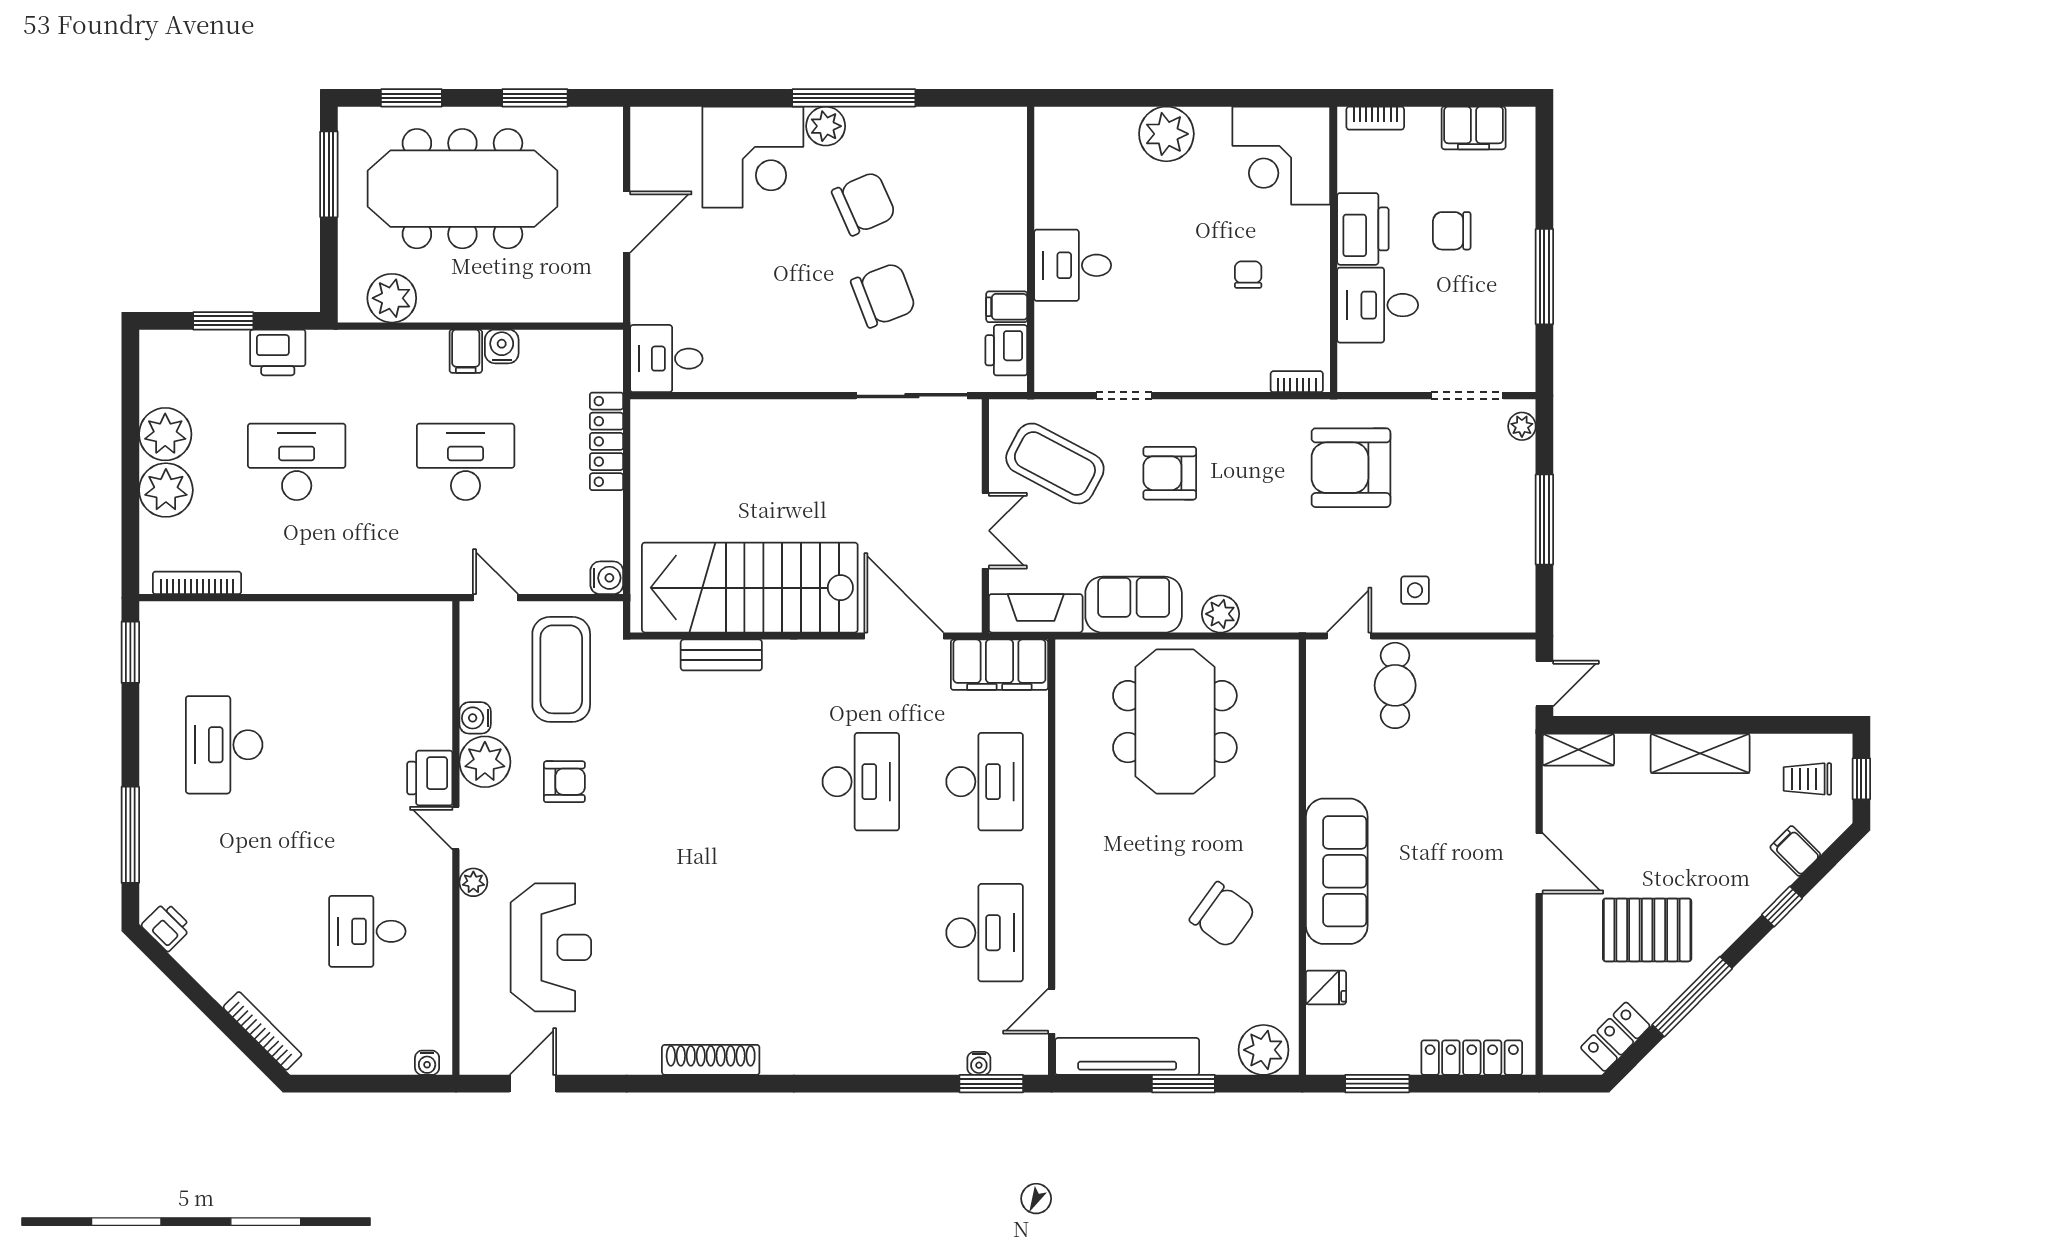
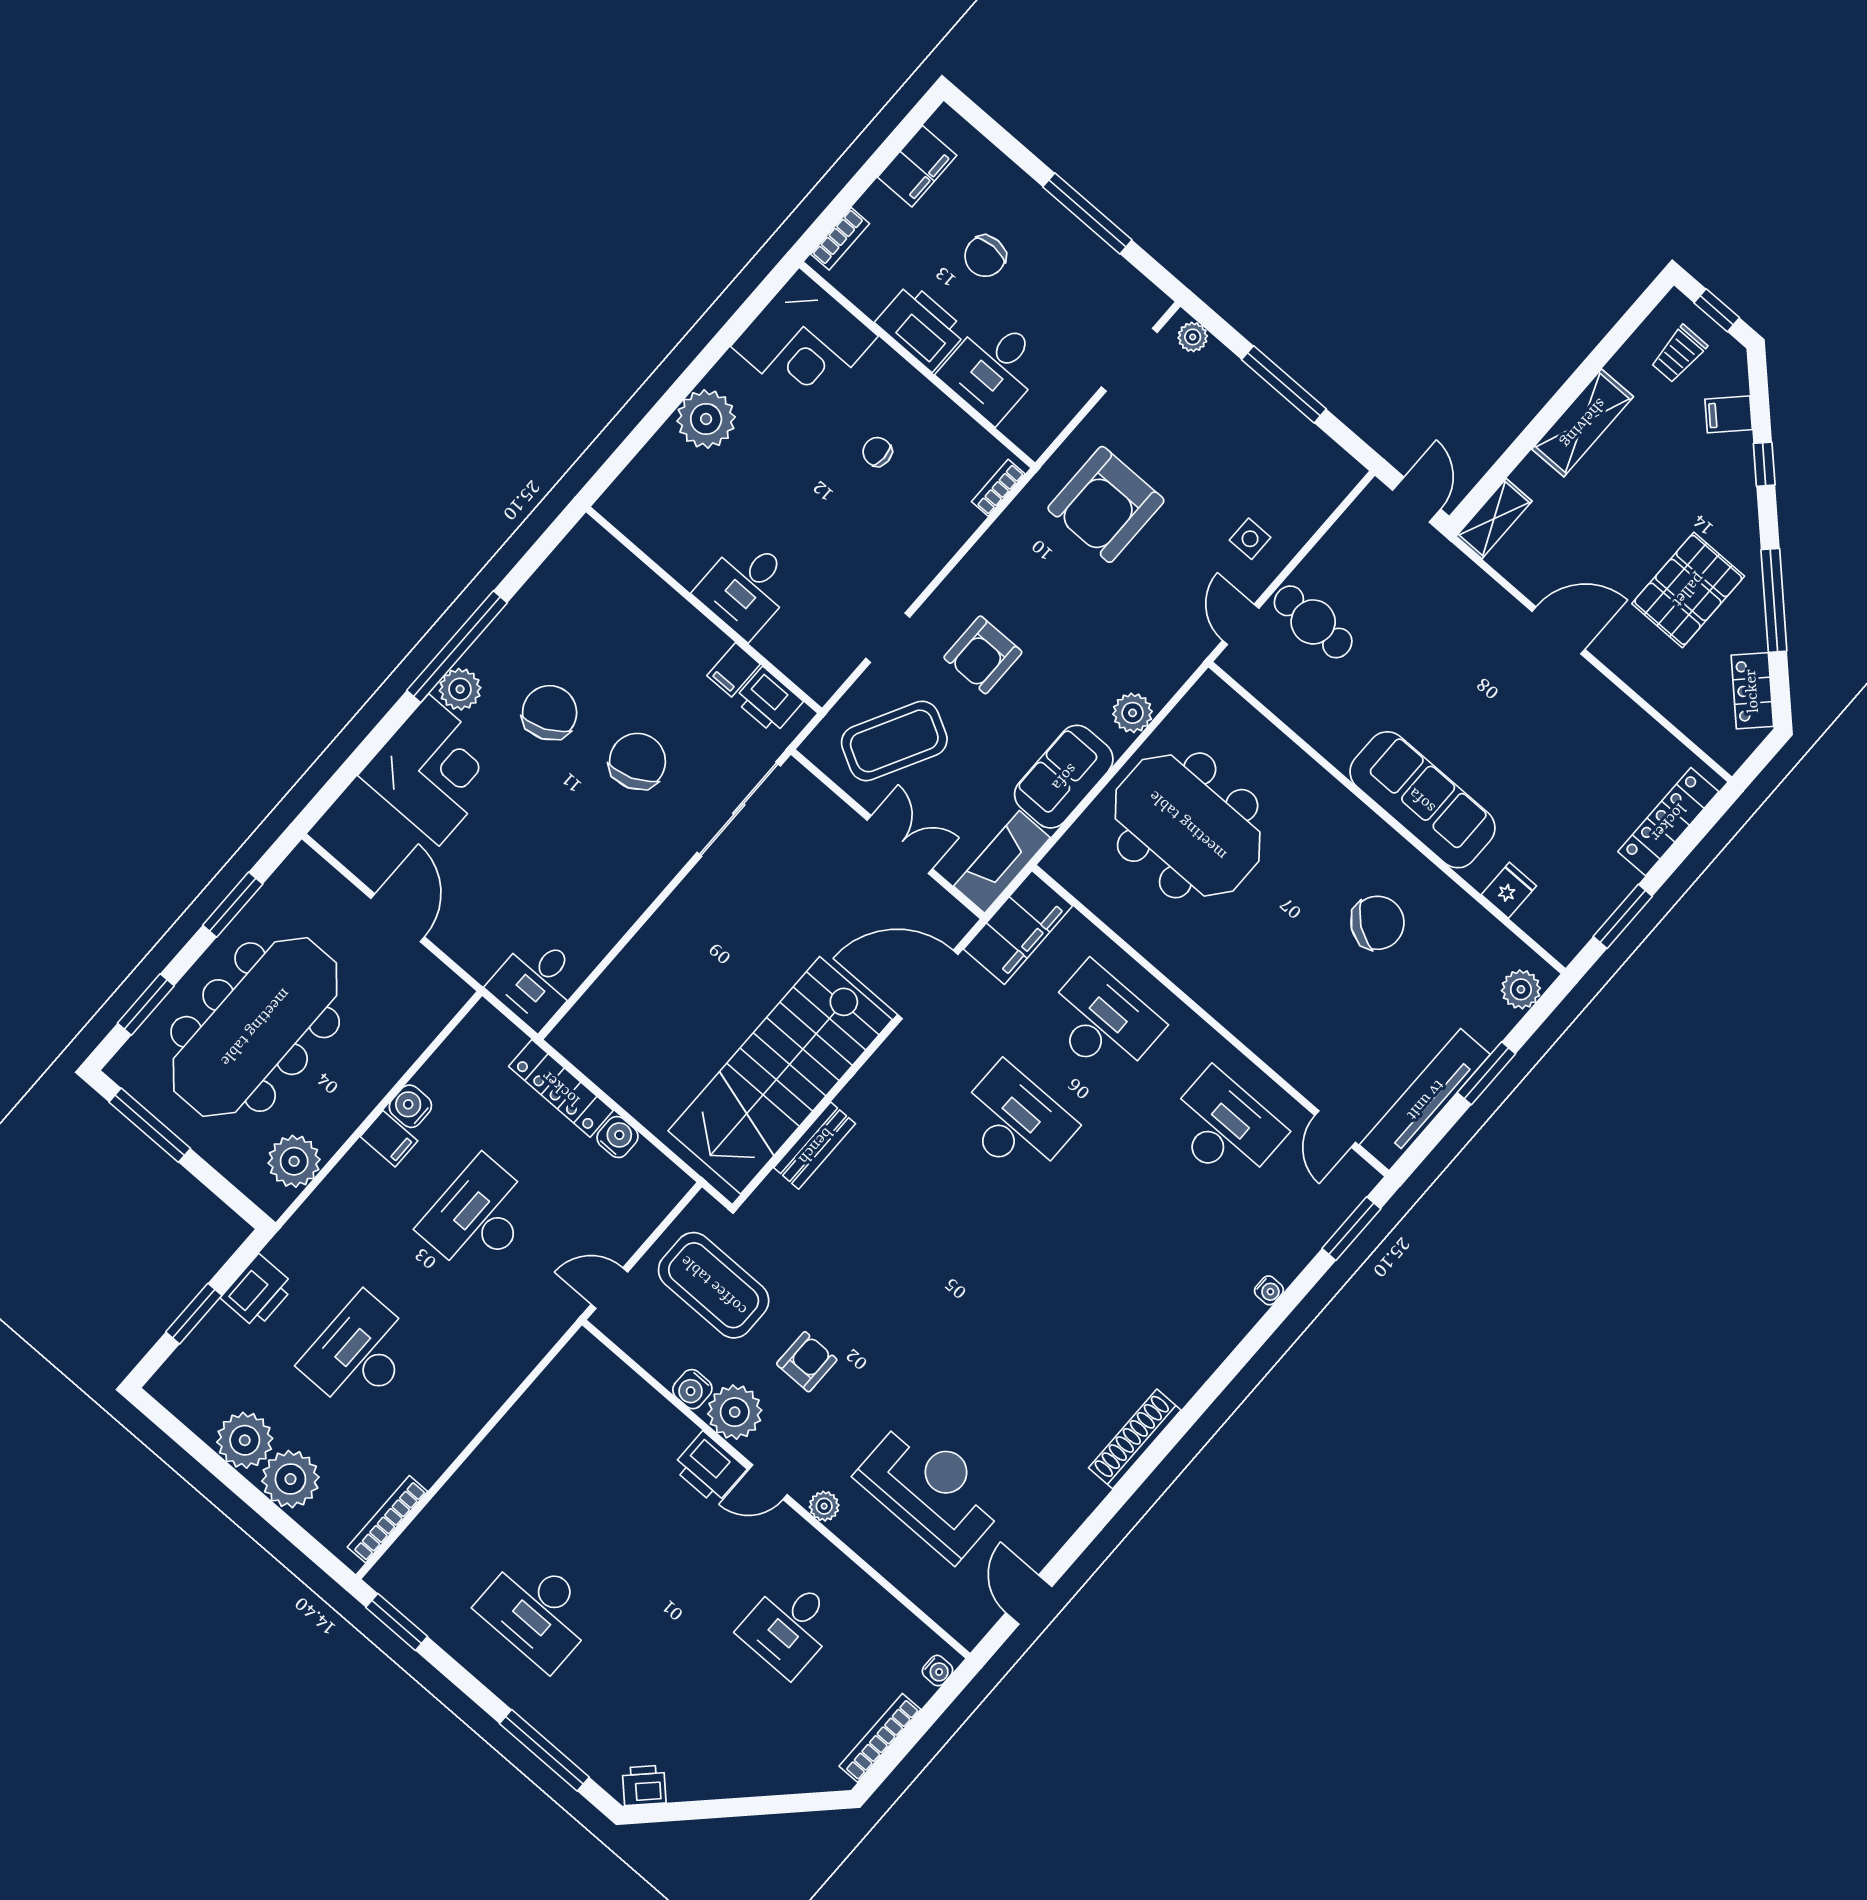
water cooler: (607, 578) -> (617, 1137), moved
bookcase: (262, 1031) -> (880, 1738), moved, turned -45
plant: (1264, 1050) -> (1521, 989), width x0.73, depth x0.73
water cooler: (979, 1063) -> (1269, 1290), moved

